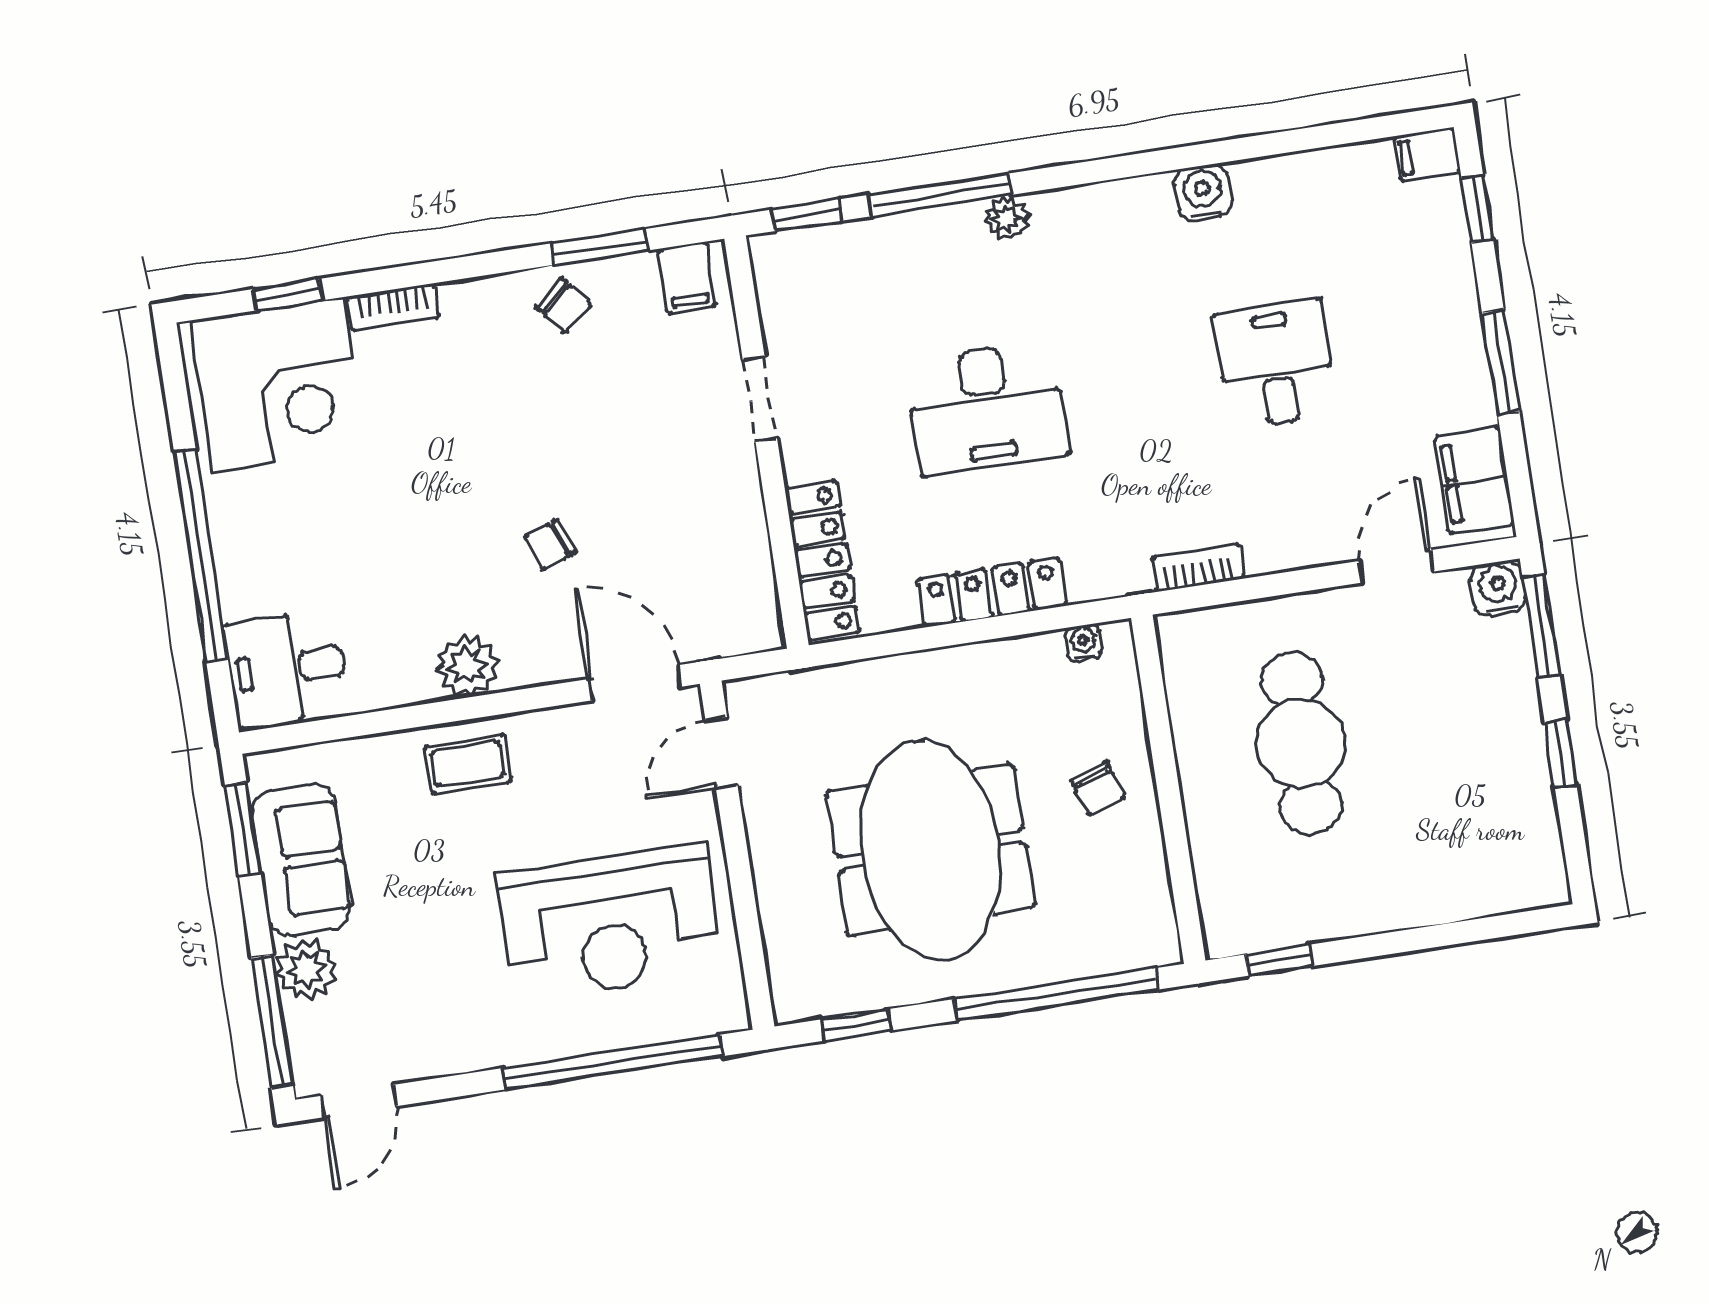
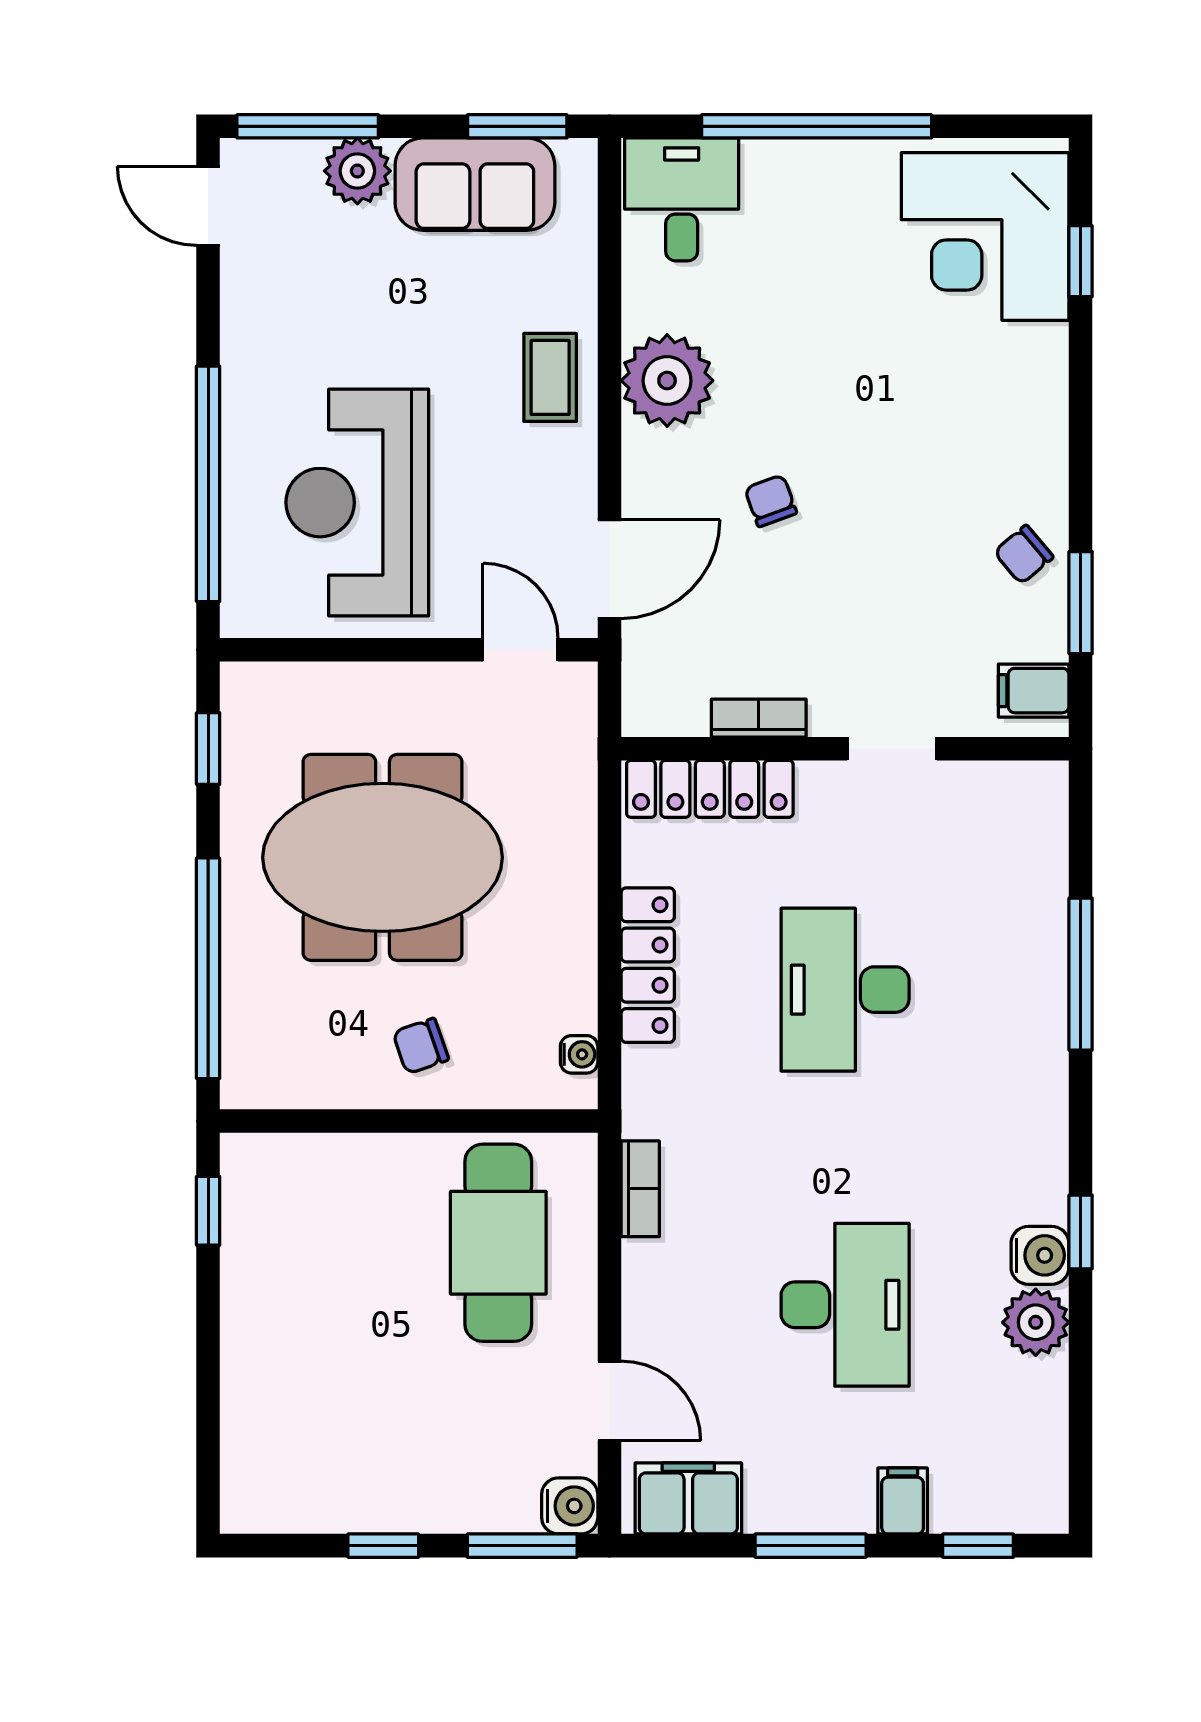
filing cabinet: (1427, 154) -> (903, 1501), moved
window: (807, 215) -> (1081, 1232), moved
plant: (1006, 218) -> (1036, 1322), moved, width x1.38, depth x1.38
bookcase: (393, 307) -> (759, 718), moved, turned 90
desk: (1275, 364) -> (845, 1305), width x1.37
plant: (467, 666) -> (667, 381), width x1.36, depth x1.36
cafe table: (1301, 743) -> (498, 1243), moved, turned 90

